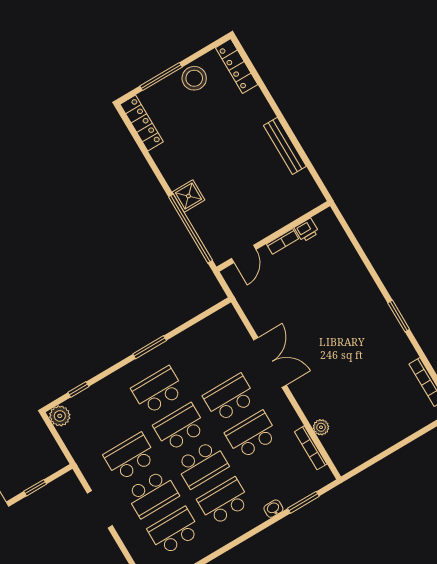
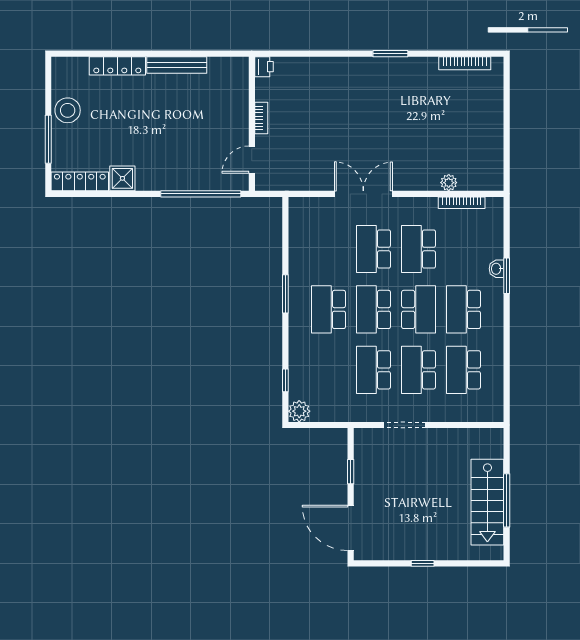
locker: (237, 66) -> (117, 66), moved
shower: (188, 196) -> (122, 178), moved
printer: (307, 230) -> (264, 67), moved
door: (244, 254) -> (252, 160), swing flipped
school desk: (152, 494) -> (419, 370), turned 180
window: (303, 502) -> (507, 276), moved

